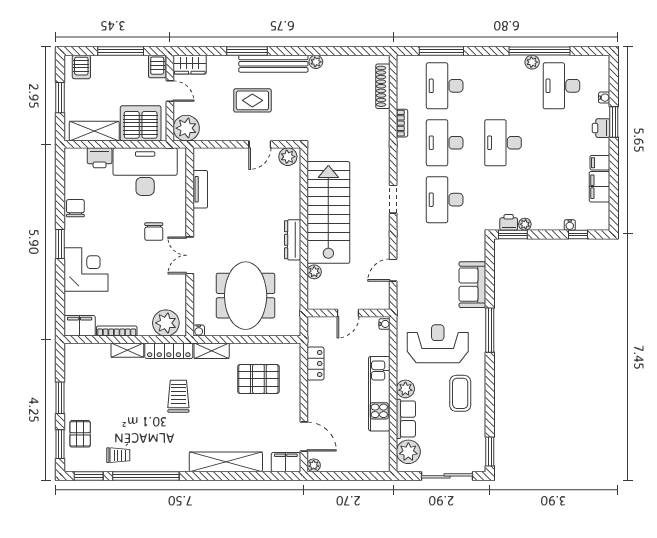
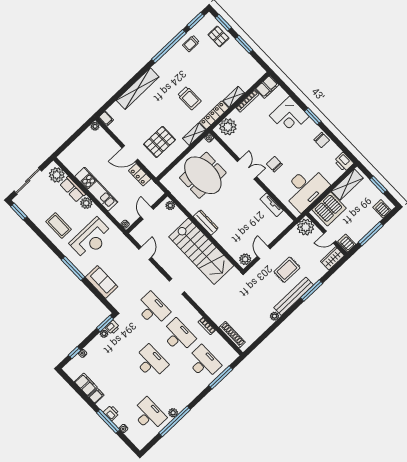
window: (614, 122) -> (108, 421), width x1.44
printer: (100, 158) -> (344, 162), moved, turned -90
plant: (314, 272) -> (170, 206), moved
door: (304, 436) -> (130, 154), moved
filing cabinet: (286, 462) -> (106, 119), width x0.50

